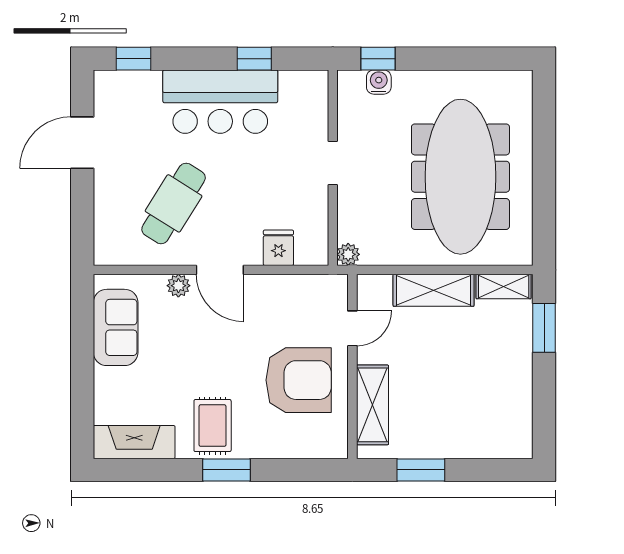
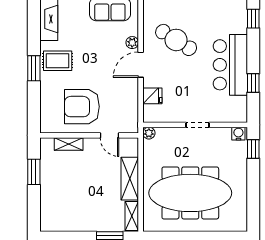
water cooler: (379, 82) -> (238, 134), moved, turned -90
armchair: (299, 380) -> (82, 107), turned 90
shelving: (372, 405) -> (69, 144), width x0.67, depth x0.75

